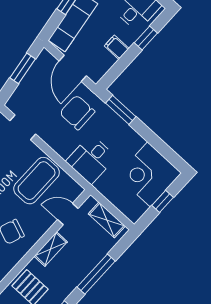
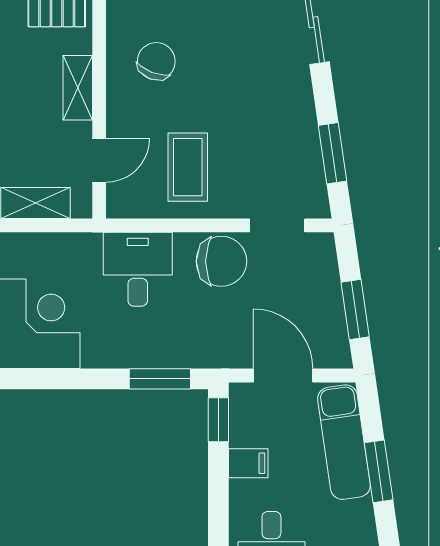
window: (146, 38) -> (218, 420), moved
chair: (77, 112) -> (221, 261), moved
coffee table: (37, 181) -> (188, 167), width x0.73, depth x0.76

